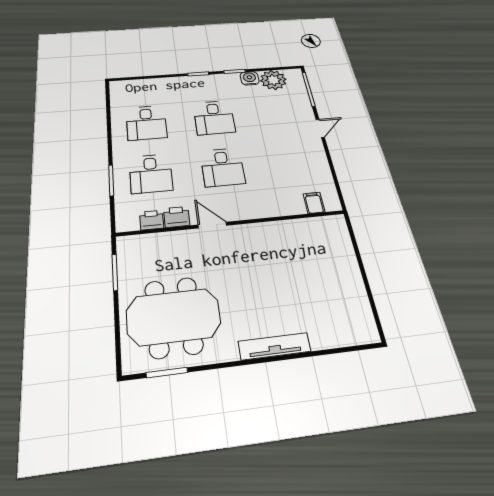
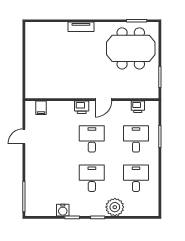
plant: (273, 80) -> (115, 207), moved
door: (320, 128) -> (24, 136), moved
printer: (177, 217) -> (82, 107), moved
door: (212, 225) -> (103, 100), hinge flipped
tv unit: (274, 346) -> (81, 27), width x0.71

